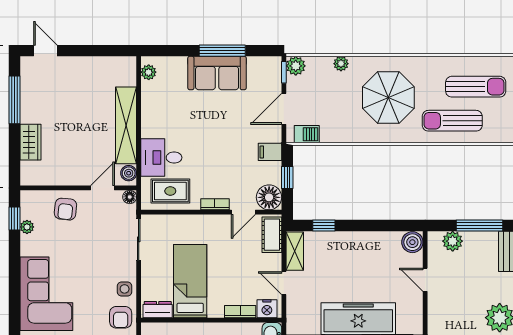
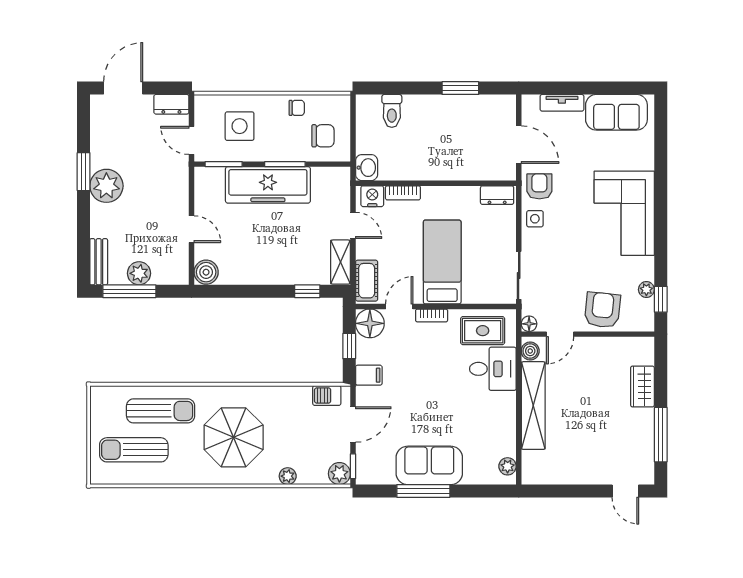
armchair: (65, 209) -> (602, 310), width x1.38, depth x1.38
plant: (453, 241) -> (139, 273), moved
bed: (190, 281) -> (442, 262), moved, turned 180

